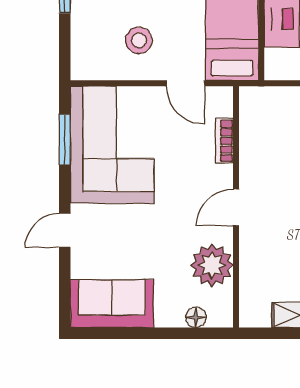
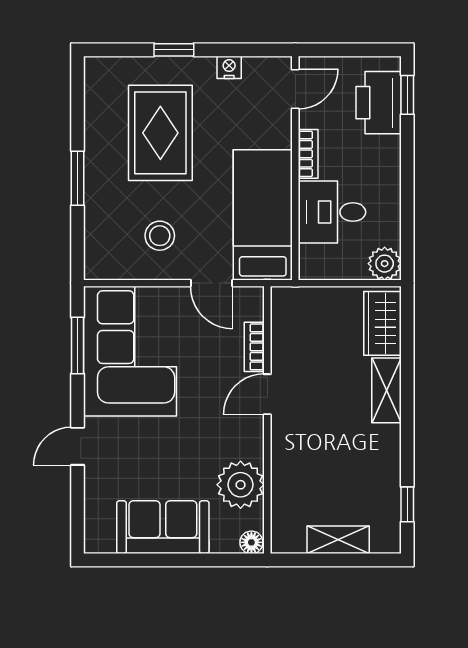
door: (236, 207) -> (267, 394), moved
sofa: (112, 304) -> (163, 527), moved
floor lamp: (196, 317) -> (251, 542), moved

